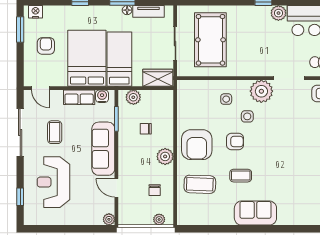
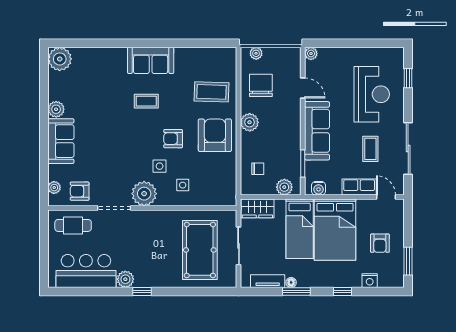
nightstand: (36, 12) -> (370, 281), moved
row of seats: (79, 97) -> (359, 187), moved
chair: (146, 129) -> (258, 169), moved
coffee table: (241, 176) -> (146, 101), moved
chair: (155, 190) -> (261, 85), width x1.87, depth x1.87

